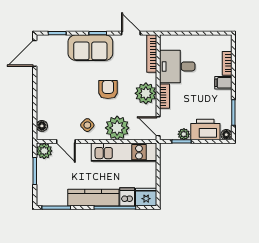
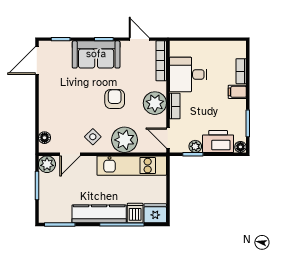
door: (66, 141) -> (70, 154), hinge flipped

